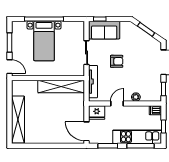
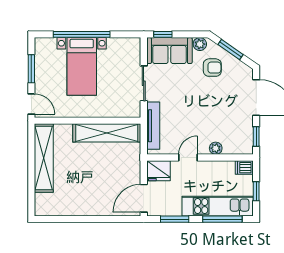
plant: (125, 26) -> (200, 44), added
armchair: (117, 61) -> (212, 68), moved
shelving: (18, 119) -> (44, 158), moved
door: (87, 131) -> (144, 198), hinge flipped

